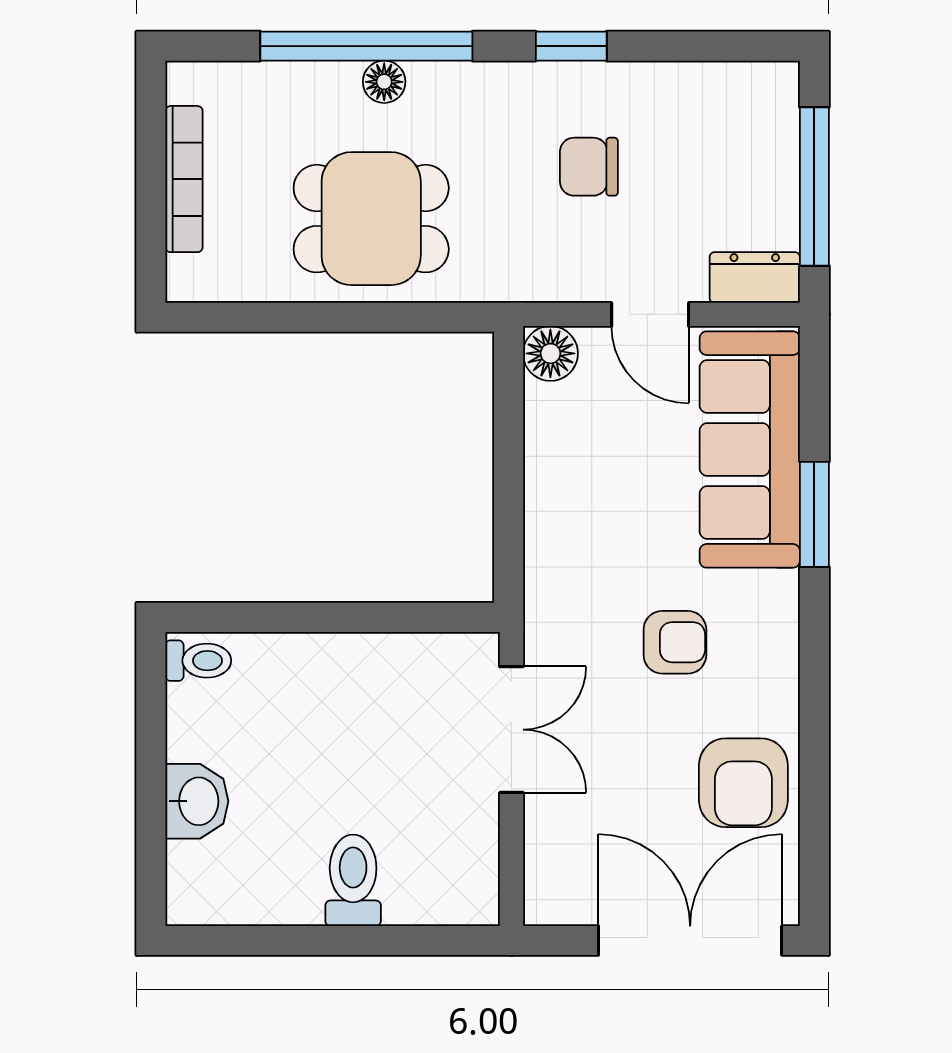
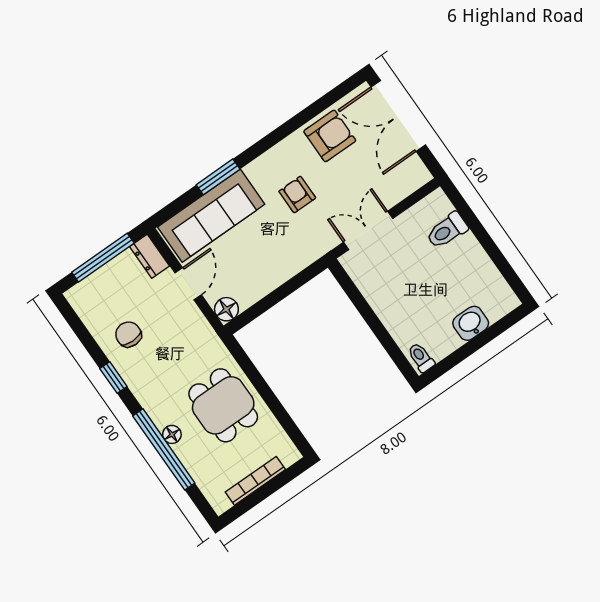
chair: (589, 167) -> (128, 334), moved, turned 180
toilet: (353, 880) -> (447, 230), moved

